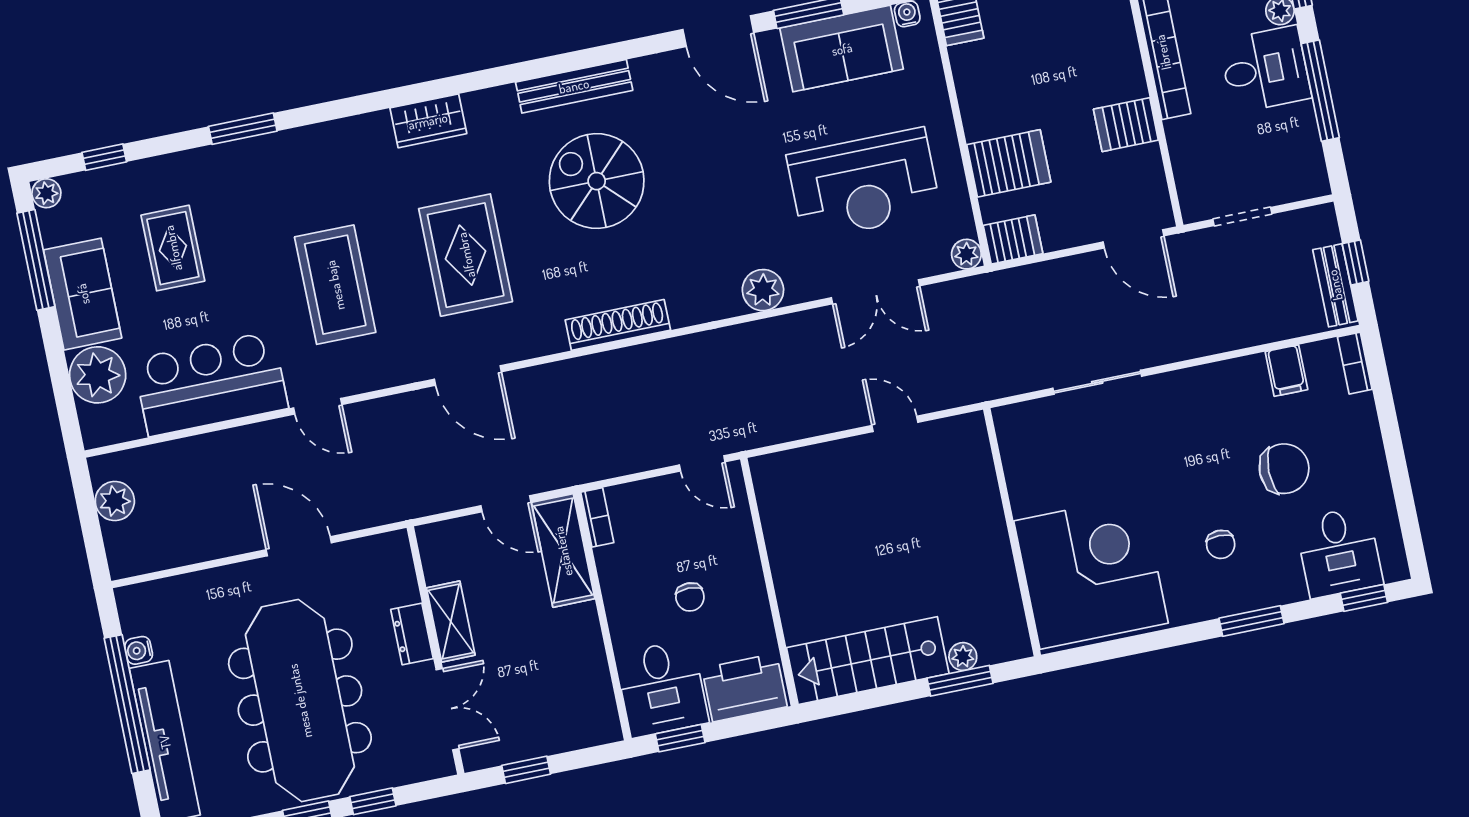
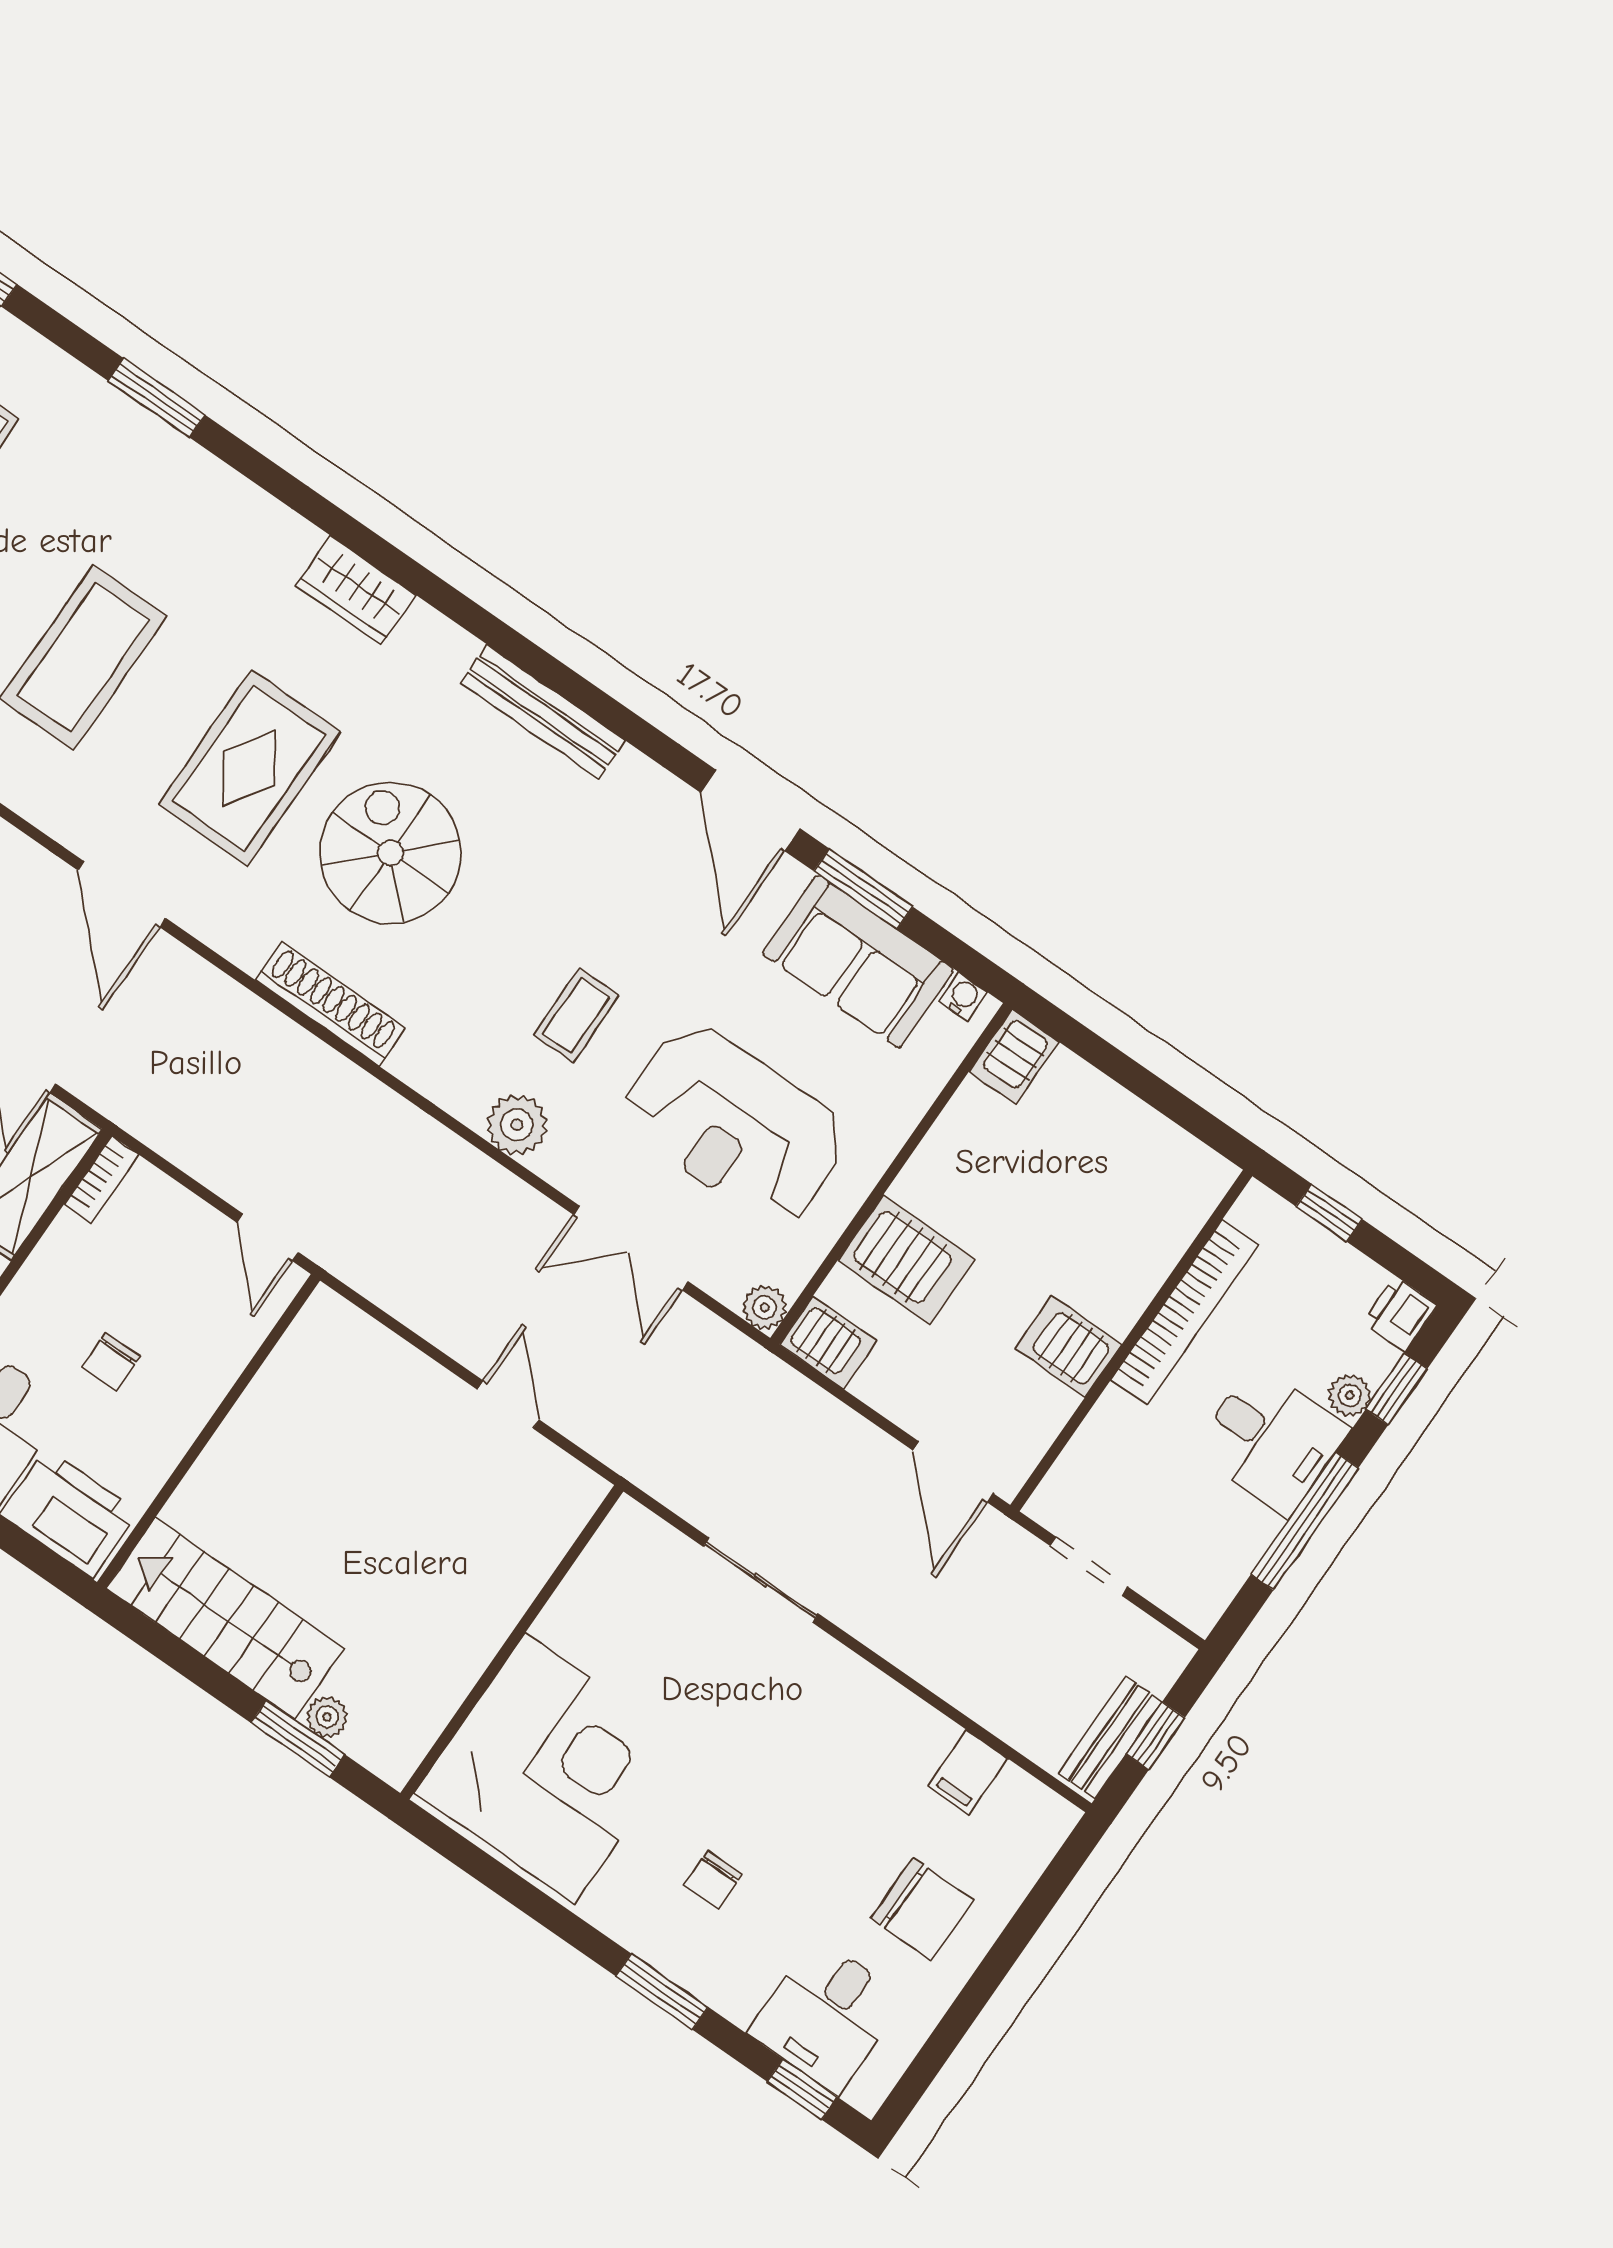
spiral stairs: (597, 181) -> (390, 853), moved
coffee table: (737, 210) -> (576, 1015), added
bookcase: (1355, 363) -> (1046, 1838), removed
chair: (1284, 469) -> (922, 1909), moved

